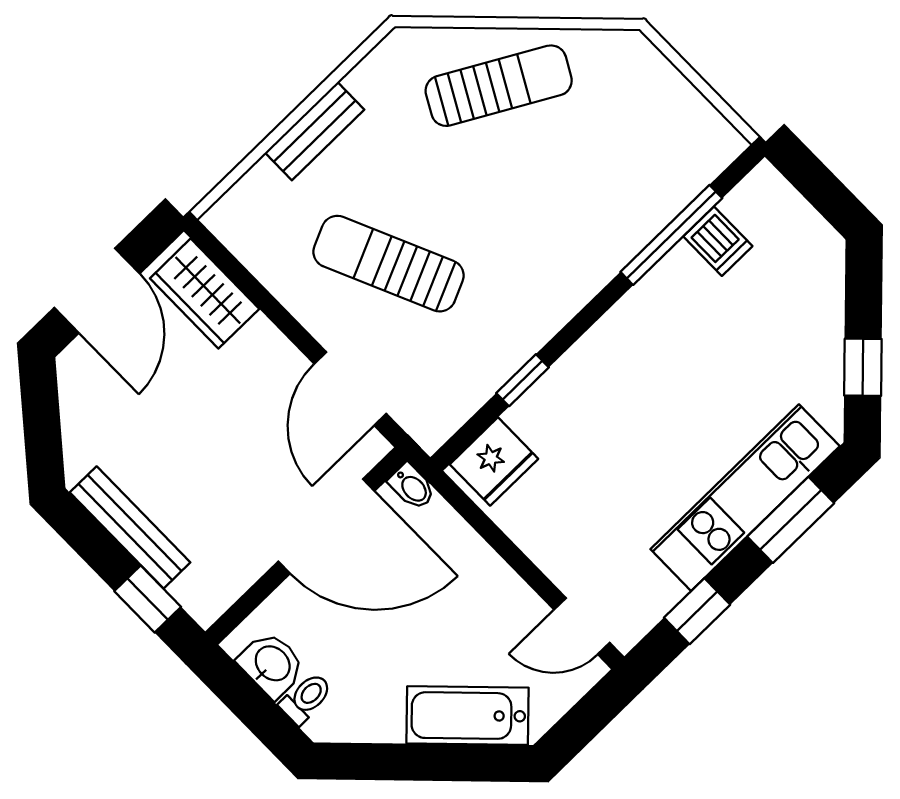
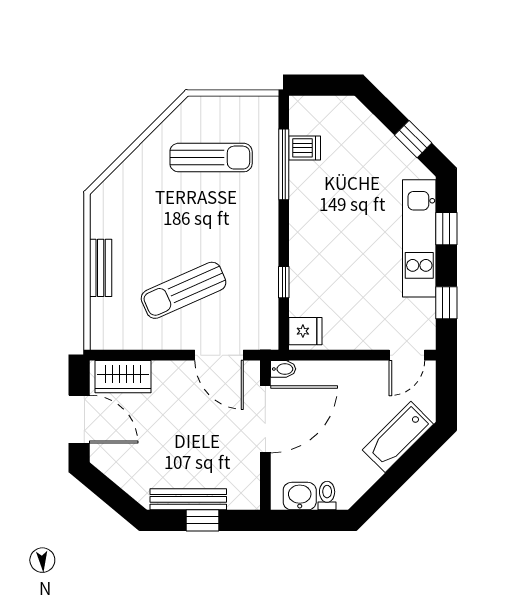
sun lounger: (499, 86) -> (211, 158), moved, turned 61
fridge: (494, 462) -> (305, 331), width x0.72
window: (791, 520) -> (446, 229), width x0.67
window: (148, 599) -> (202, 520), moved

